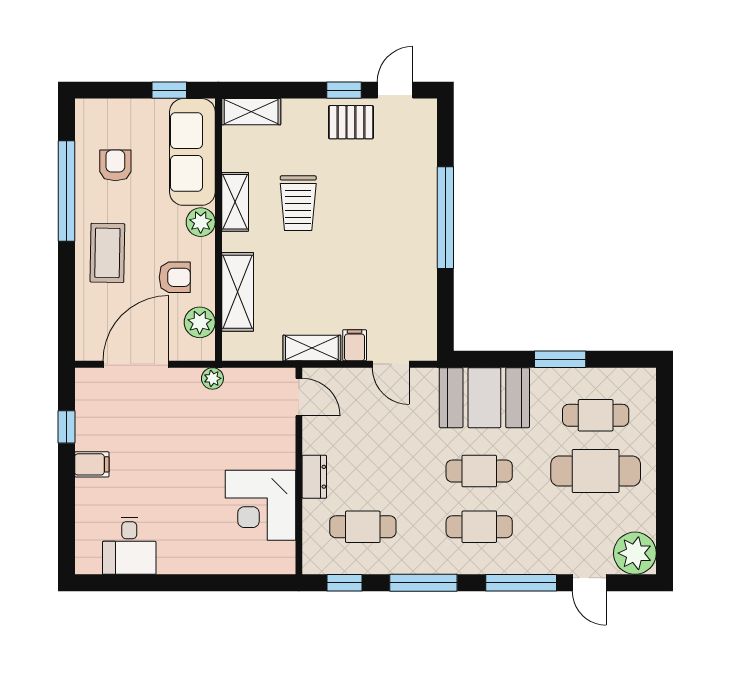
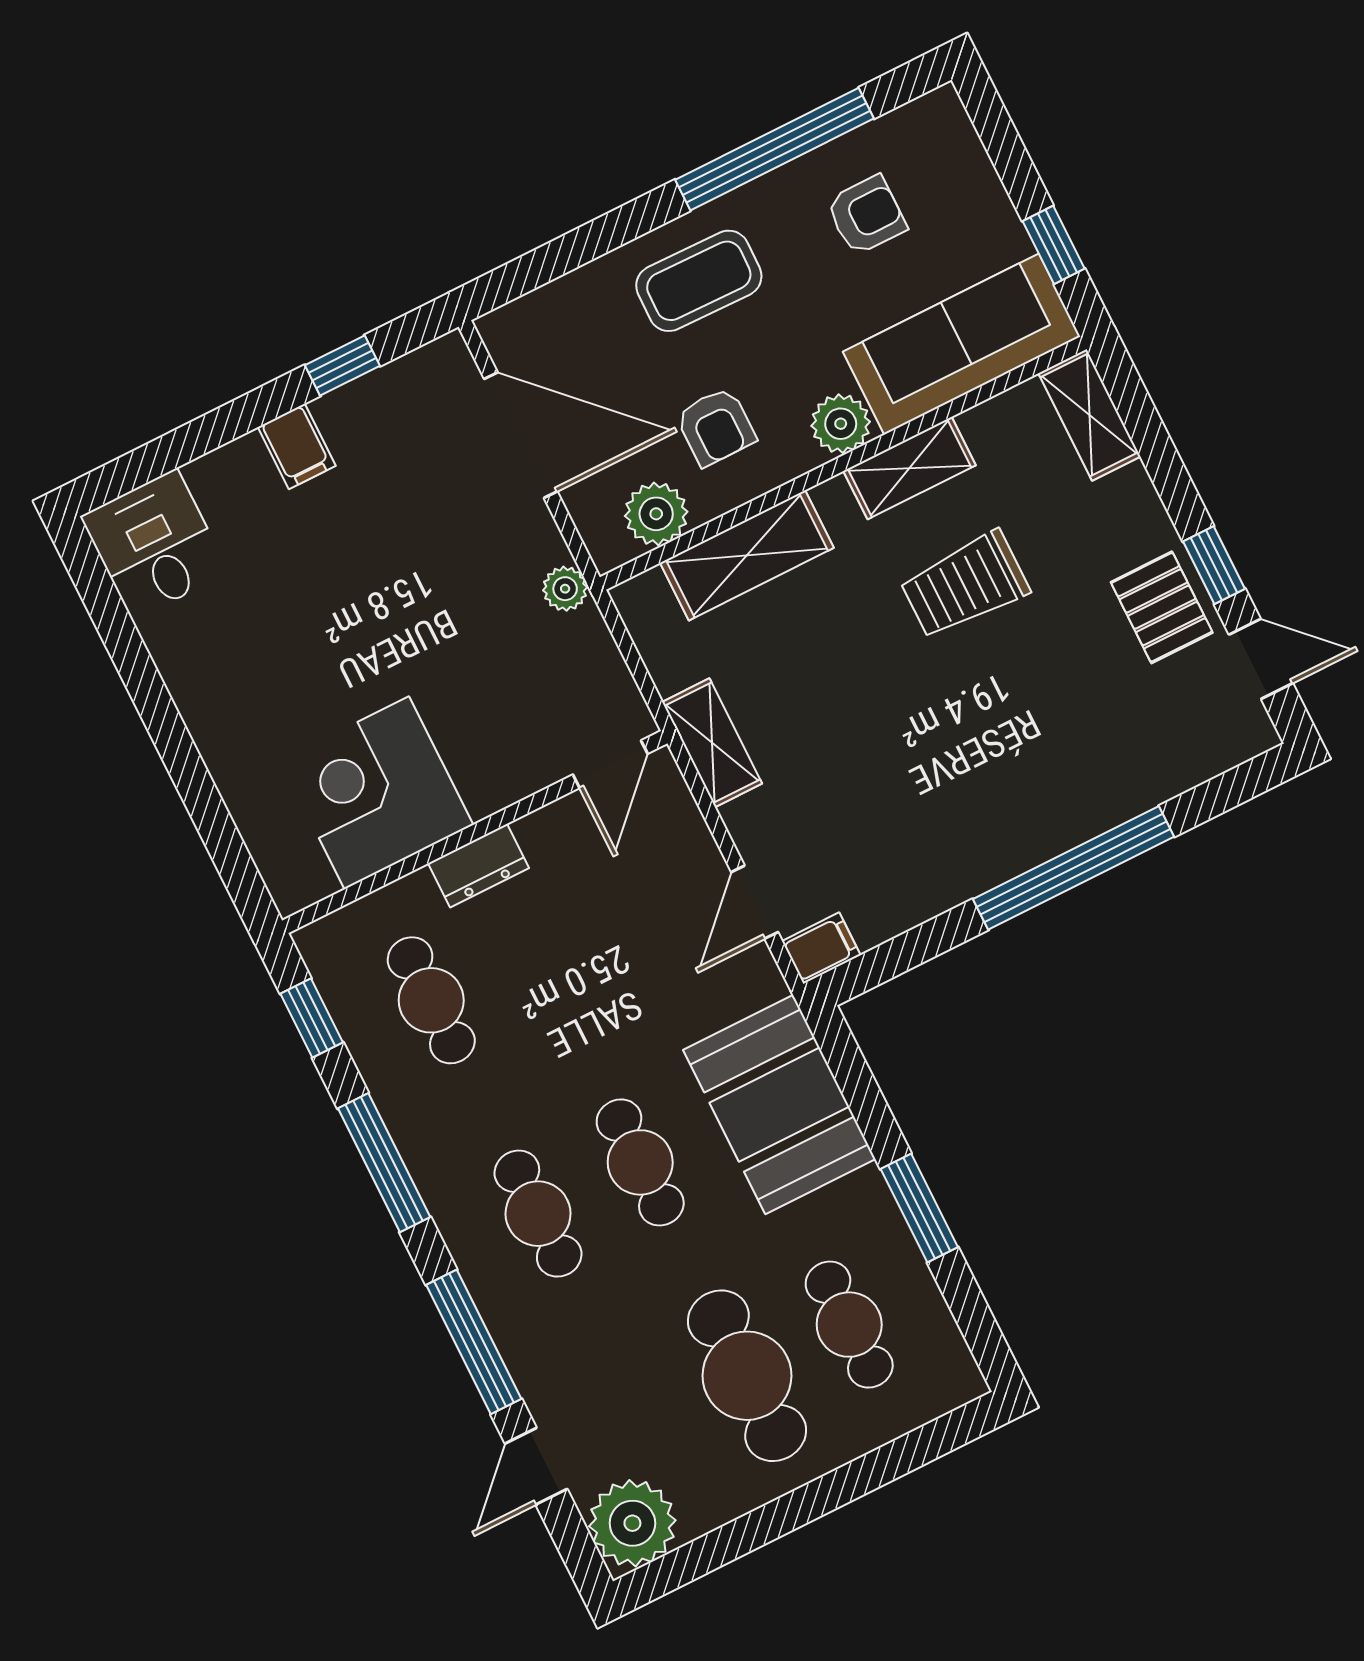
filing cabinet: (355, 345) -> (821, 948), moved
desk: (129, 546) -> (155, 544), moved, turned 90

